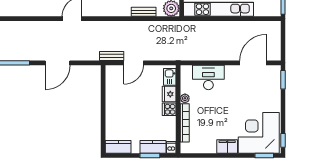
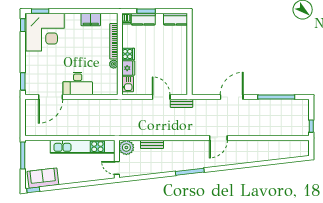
door: (134, 63) -> (161, 97), hinge flipped
desk: (208, 77) -> (78, 84), moved
filing cabinet: (227, 146) -> (91, 19), moved

